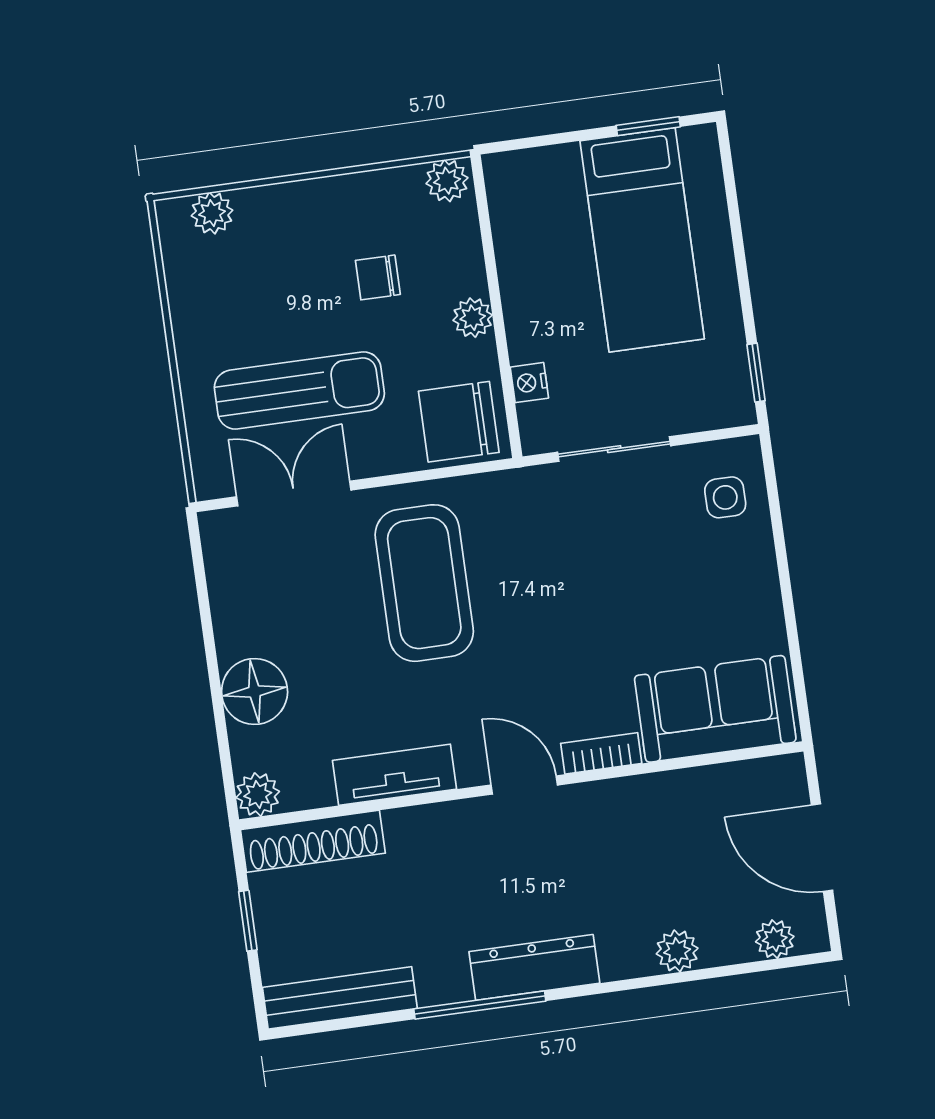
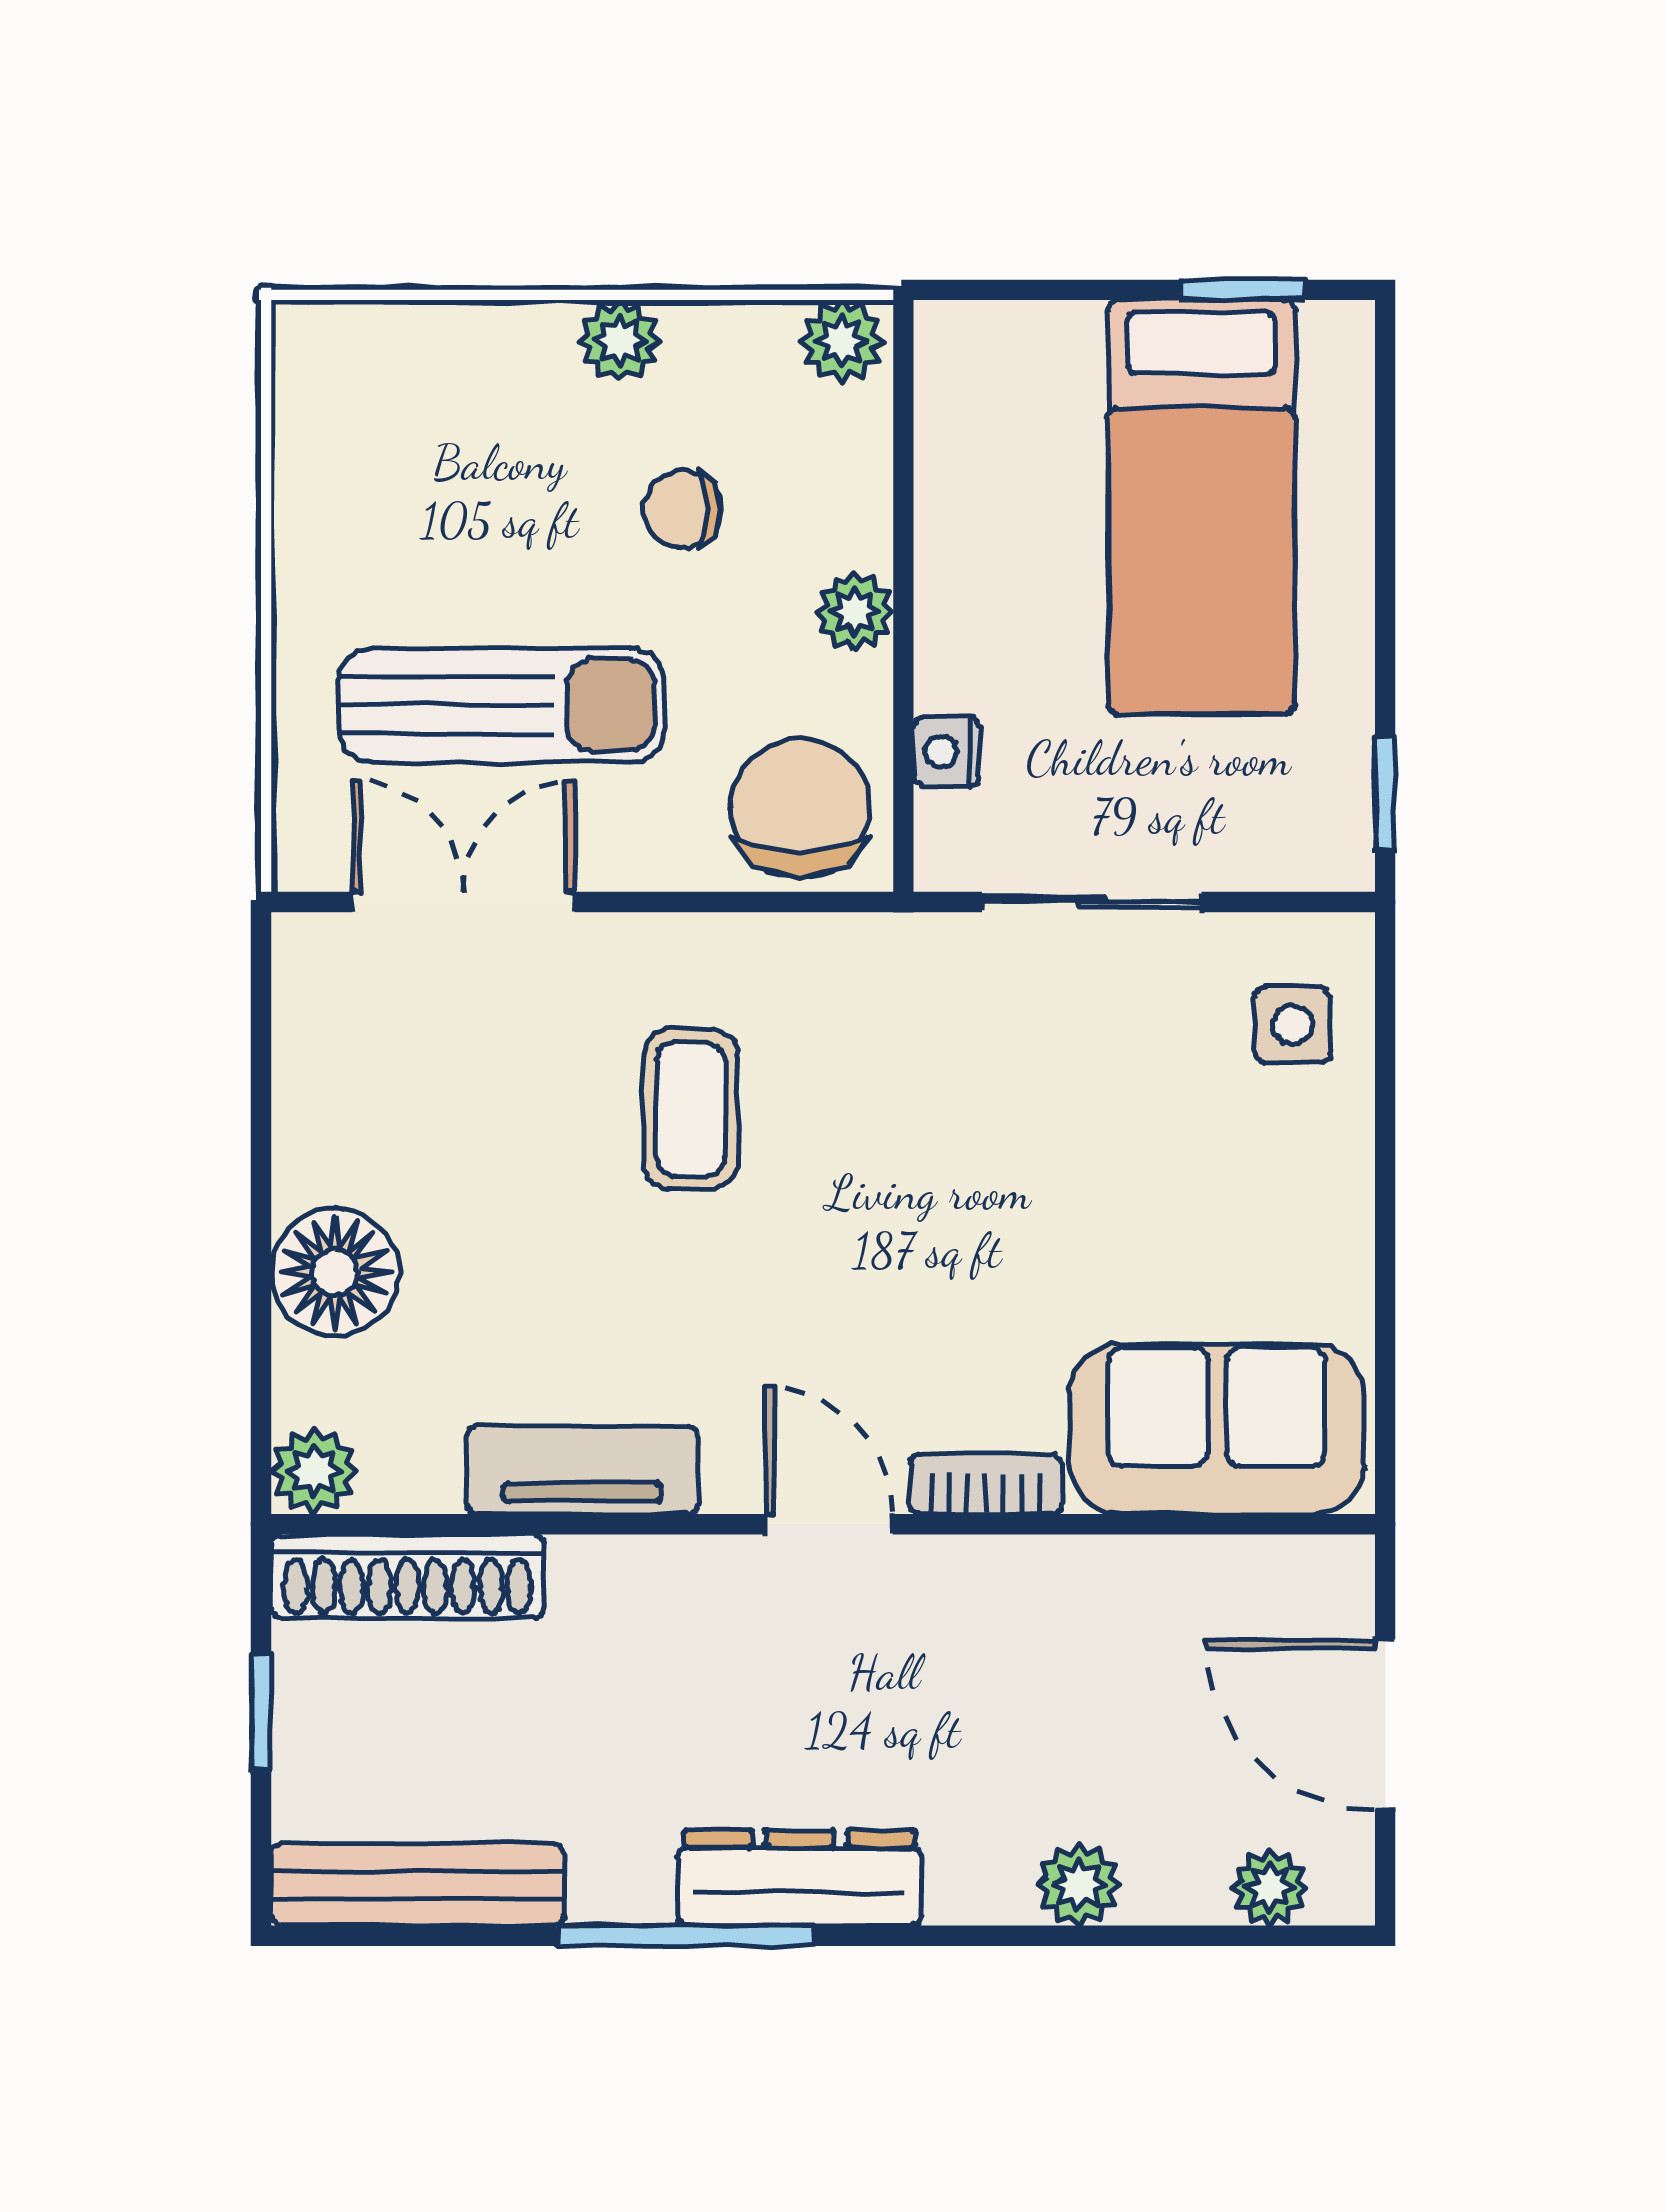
plant: (212, 213) -> (620, 341), moved
chair: (459, 422) -> (800, 808), turned 90
coffee table: (424, 583) -> (691, 1109), width x0.54, depth x0.58

